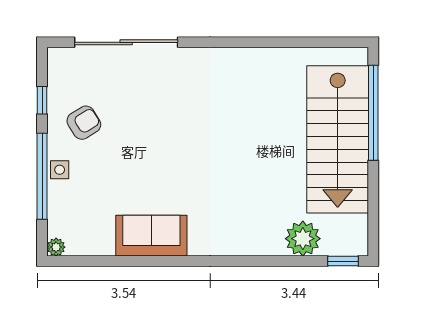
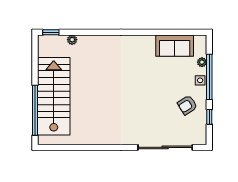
sofa: (151, 236) -> (175, 46), moved
plant: (303, 239) -> (72, 40), width x0.53, depth x0.53
plant: (56, 247) -> (202, 62), moved

